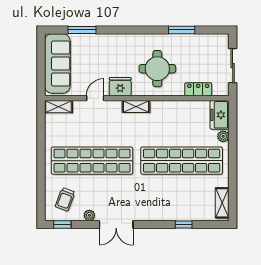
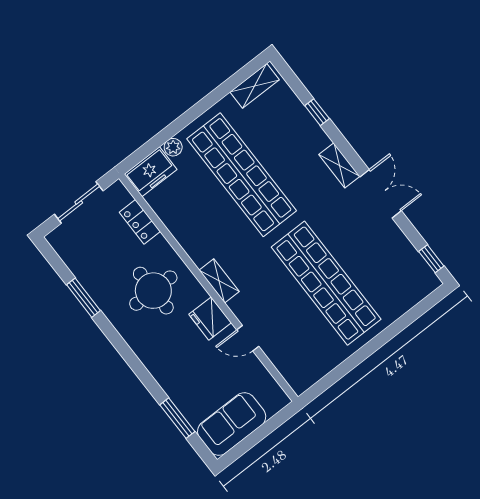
sofa: (57, 63) -> (232, 424), width x0.73
shelving: (59, 107) -> (339, 165), moved
trolley: (65, 199) -> (398, 279), removed
plant: (89, 215) -> (395, 235), removed

